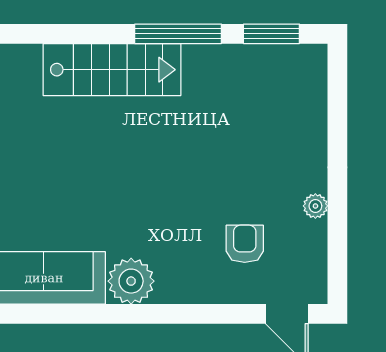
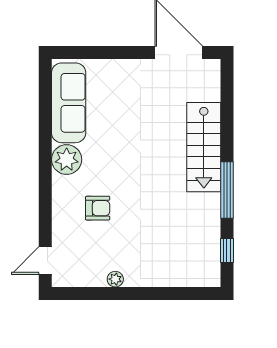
window: (271, 34) -> (227, 251), width x0.67
armchair: (245, 244) -> (98, 208), moved

